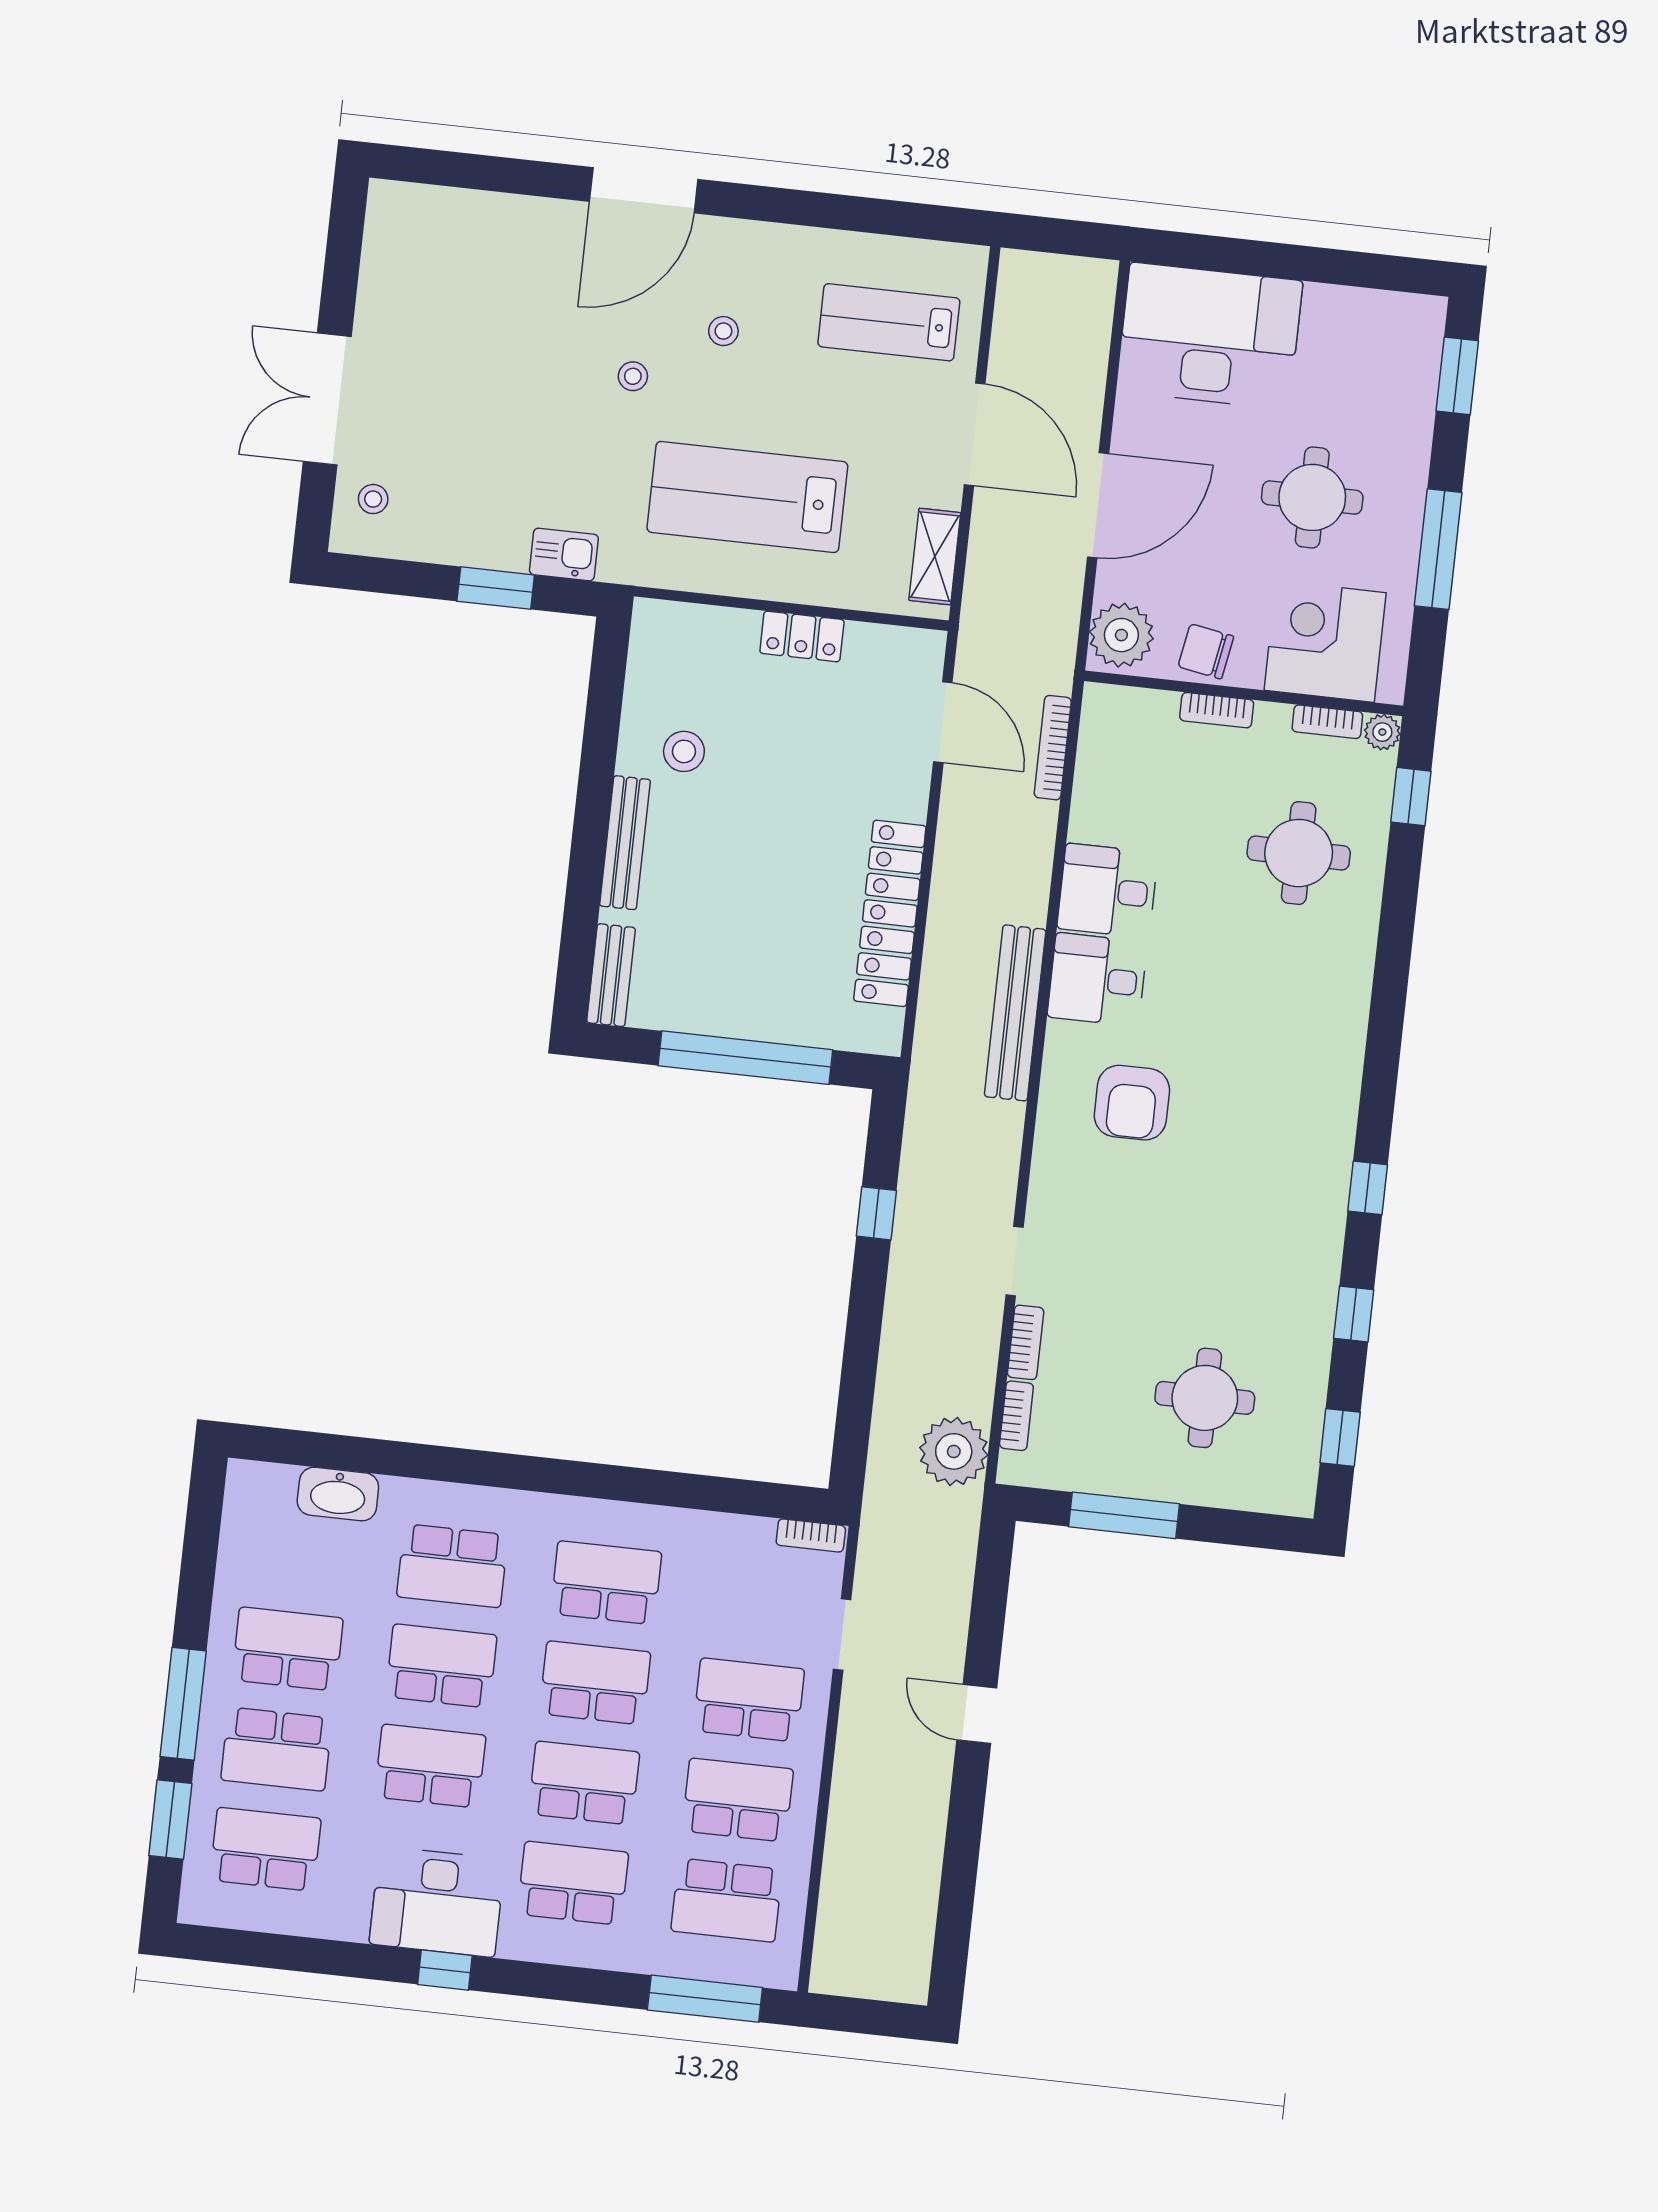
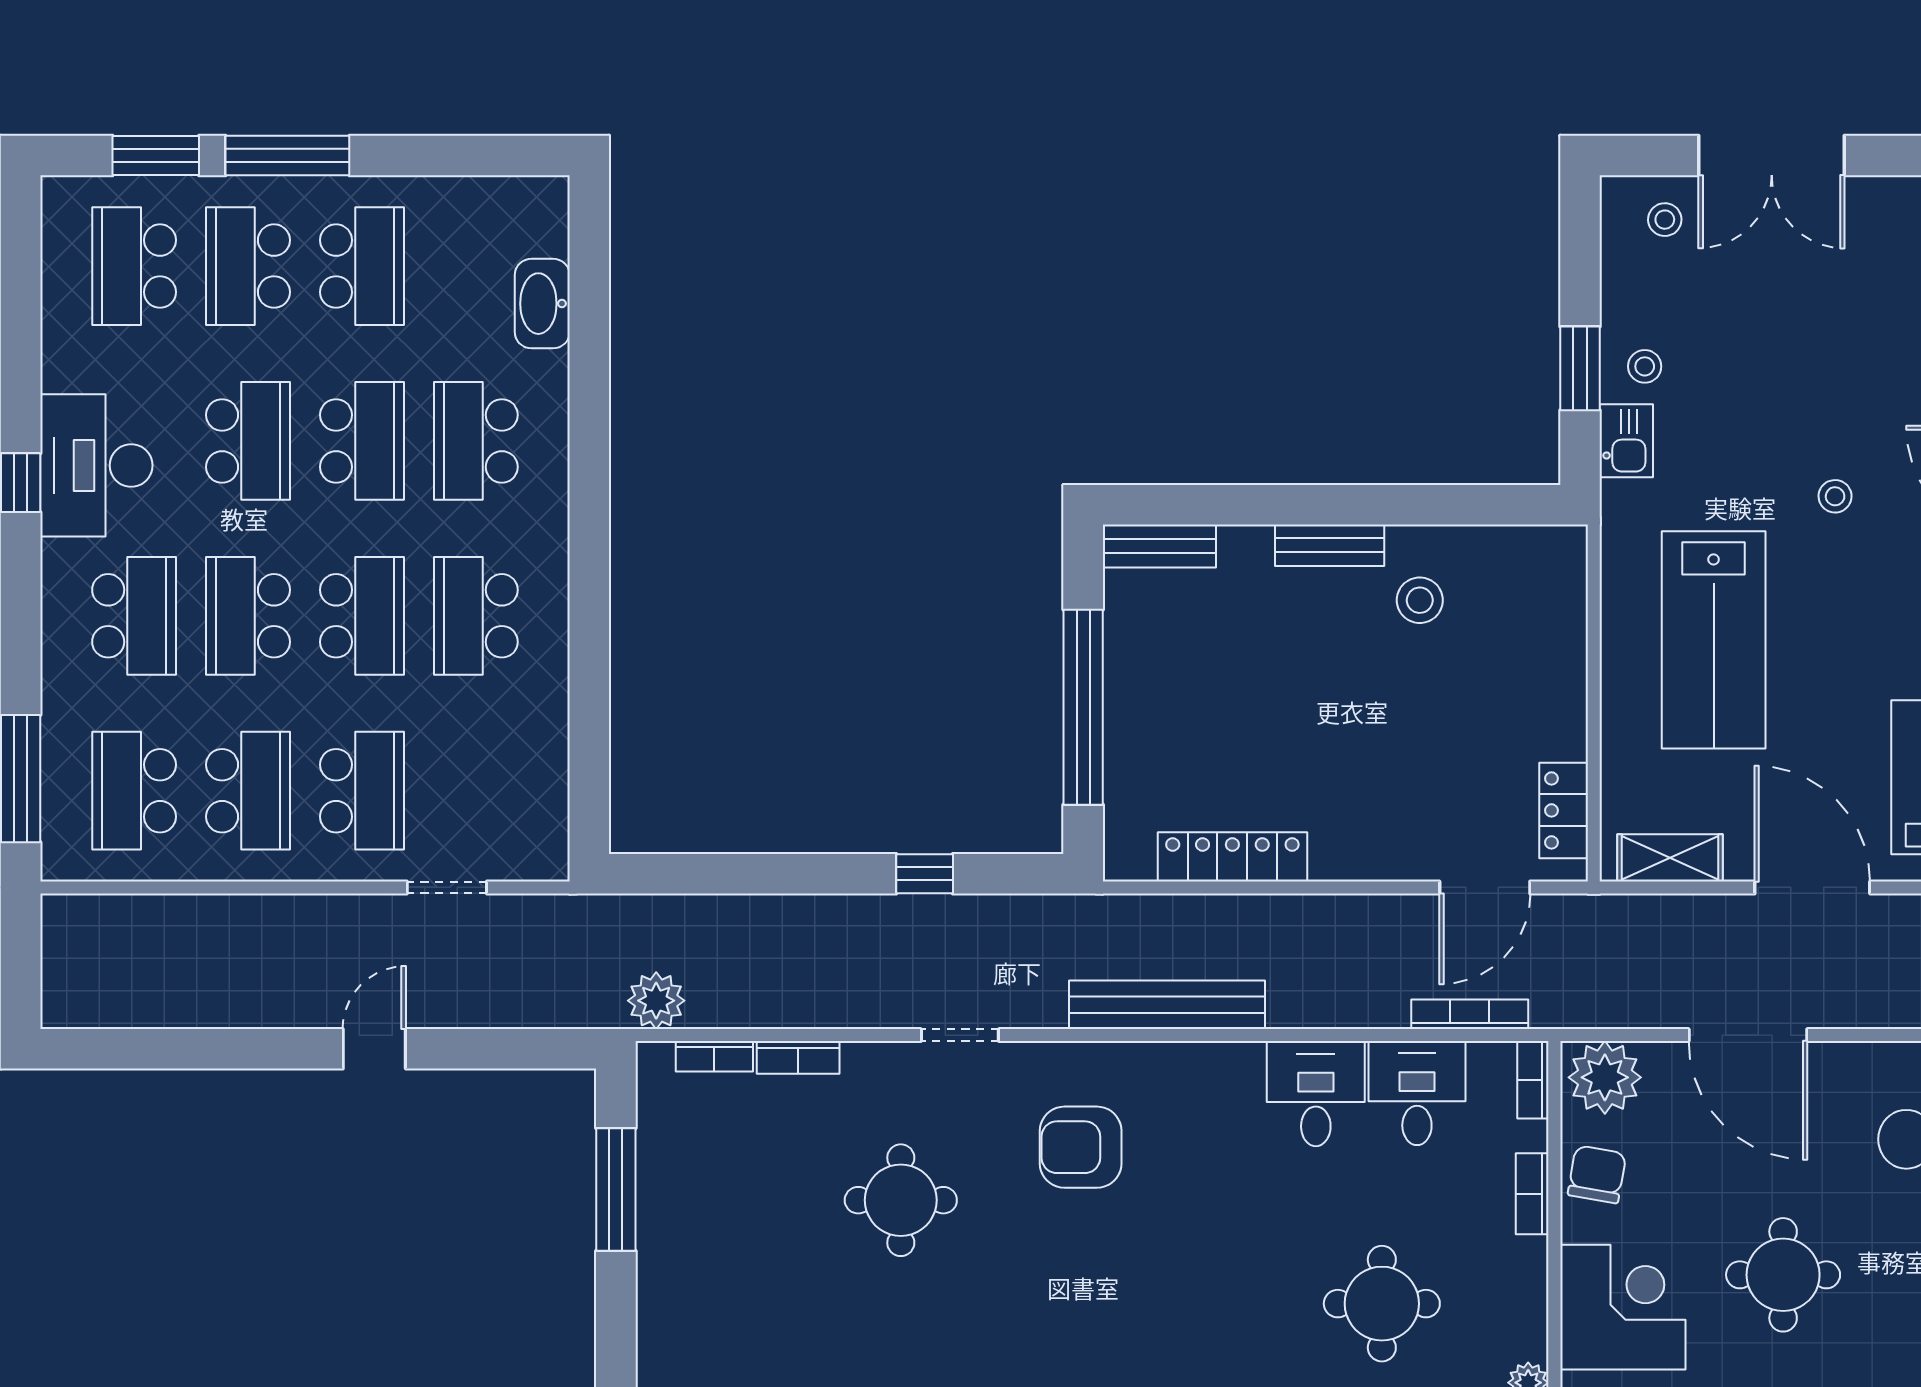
stool: (723, 331) -> (1645, 366), moved
double door: (327, 399) -> (1772, 156), swing flipped
door: (975, 434) -> (1812, 887), swing flipped
lab bench: (747, 497) -> (1714, 640), turned 180
locker: (802, 636) -> (1564, 810), moved
bookcase: (1327, 722) -> (1533, 1080), moved
bench: (625, 843) -> (1330, 545), width x0.73
locker: (890, 913) -> (1232, 857), width x0.71, depth x0.83
desk: (1097, 980) -> (1417, 1093), moved
doorway: (1015, 1261) -> (960, 1035), moved
round table: (1205, 1398) -> (901, 1200), moved
plant: (954, 1451) -> (656, 1001), width x0.73, depth x0.73
bookcase: (811, 1535) -> (554, 840), removed
school desk: (606, 1583) -> (476, 616), turned 180
school desk: (584, 1783) -> (248, 616), turned 180
school desk: (265, 1849) -> (134, 266), turned 180

